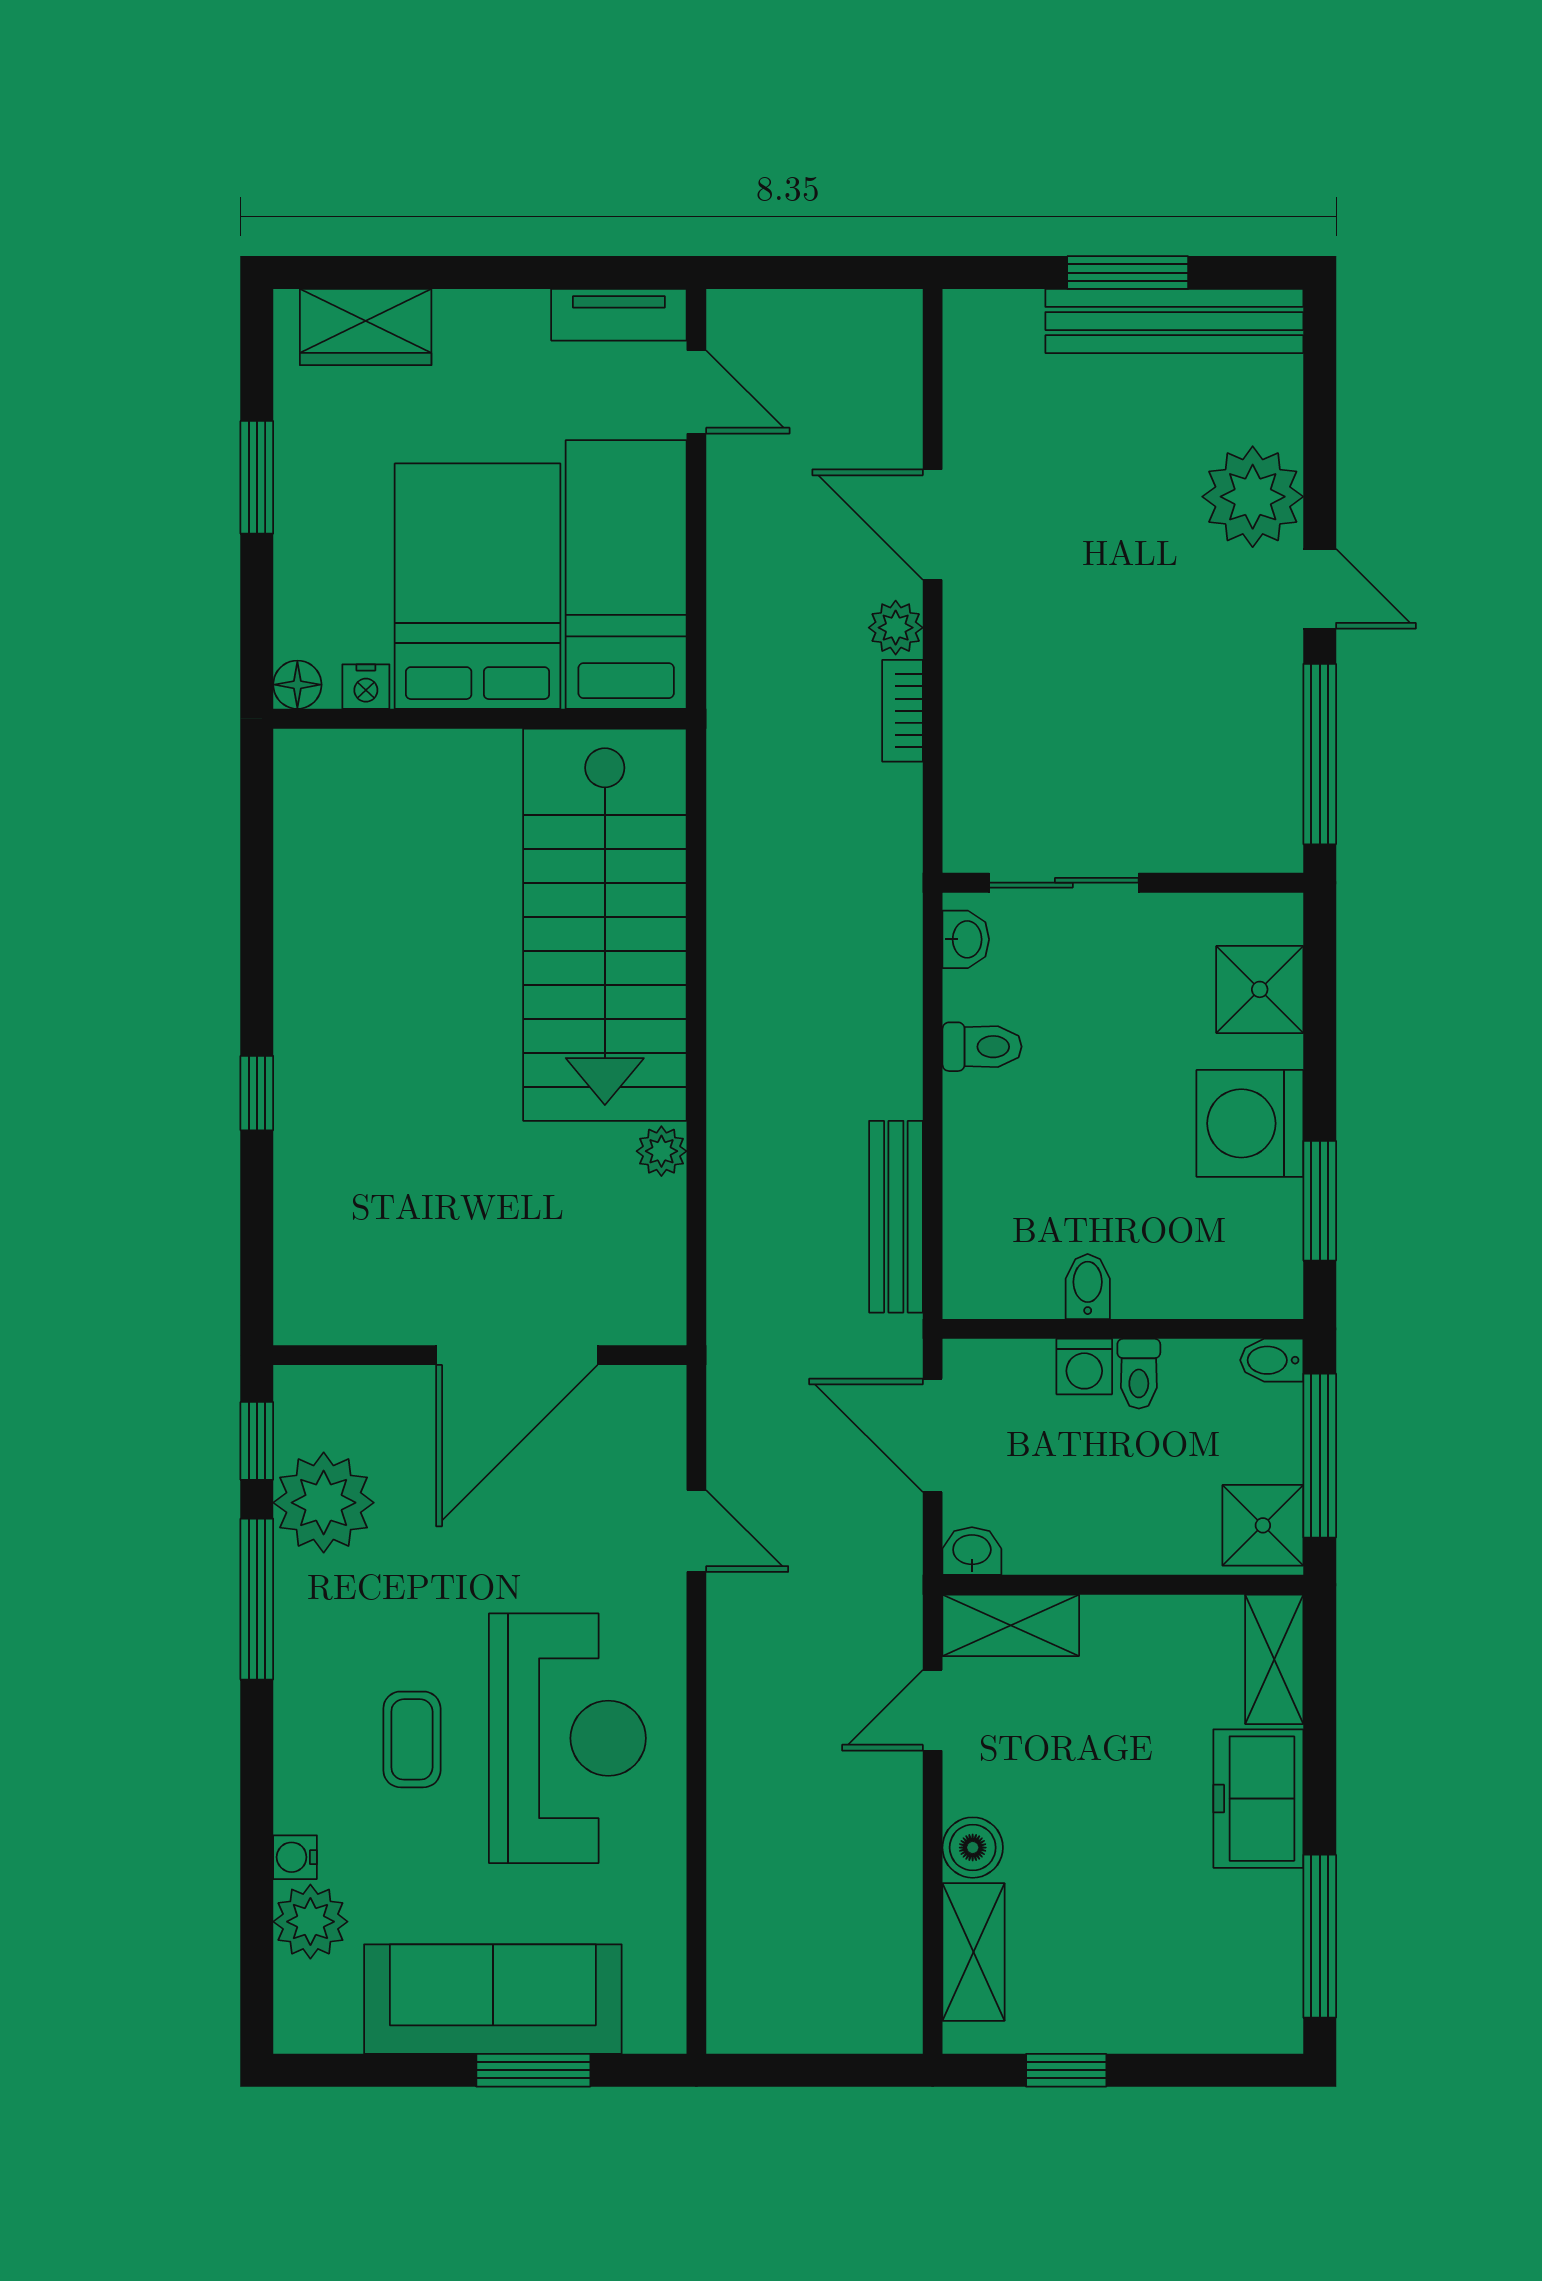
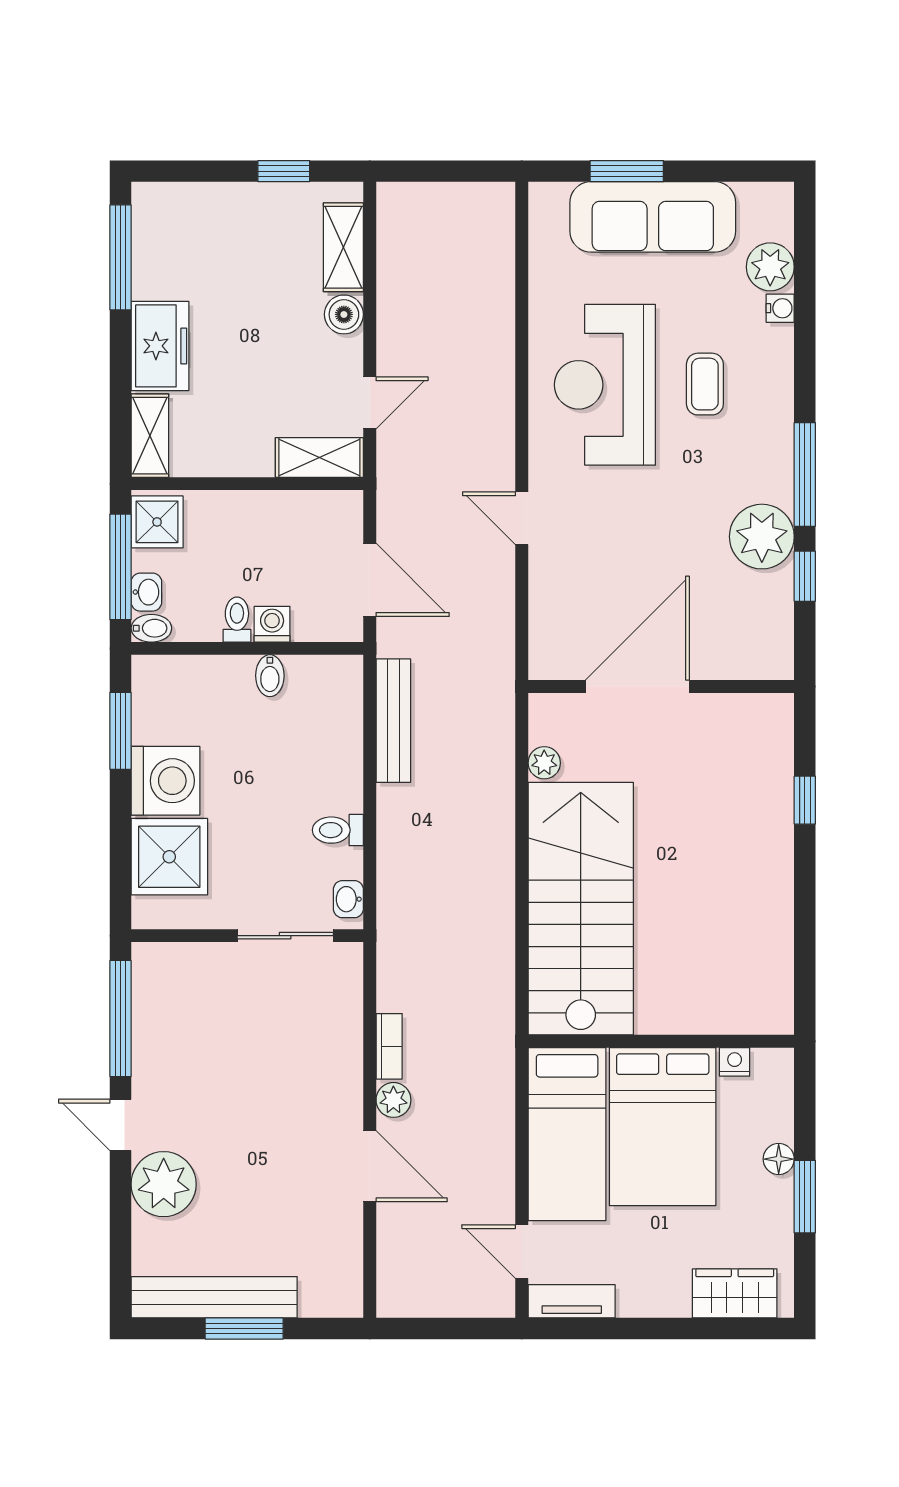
floor lamp: (297, 685) -> (779, 1159), moved
shower: (1260, 989) -> (169, 857), width x1.36, depth x1.36
wall: (480, 1355) -> (661, 686), moved
door: (517, 1355) -> (637, 686), moved
washbasin: (972, 1551) -> (146, 592), moved, turned -90

